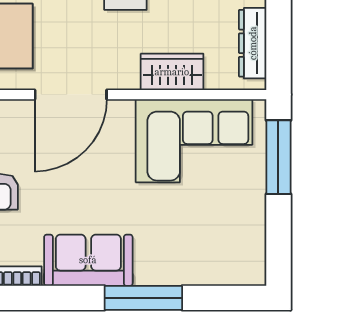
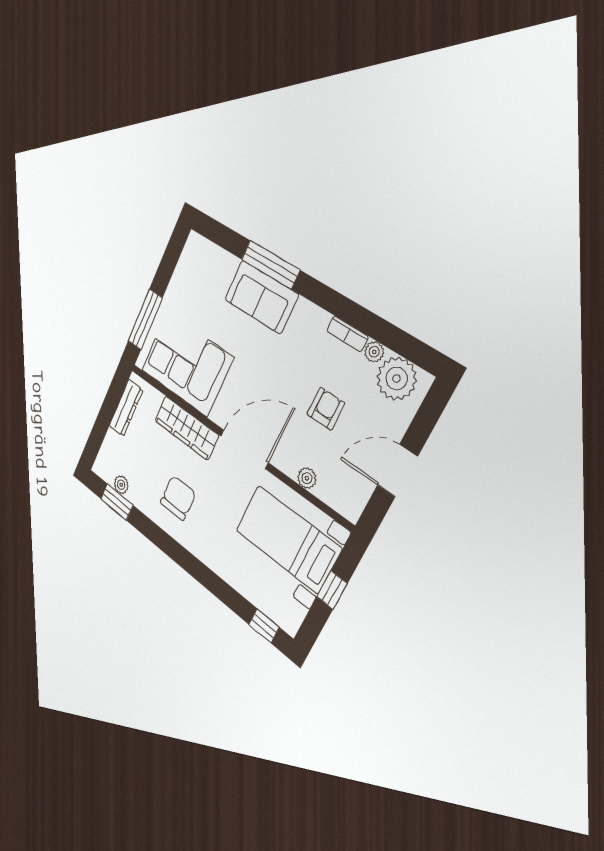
wardrobe: (172, 72) -> (186, 428), width x1.50
sofa: (88, 260) -> (261, 297), moved

